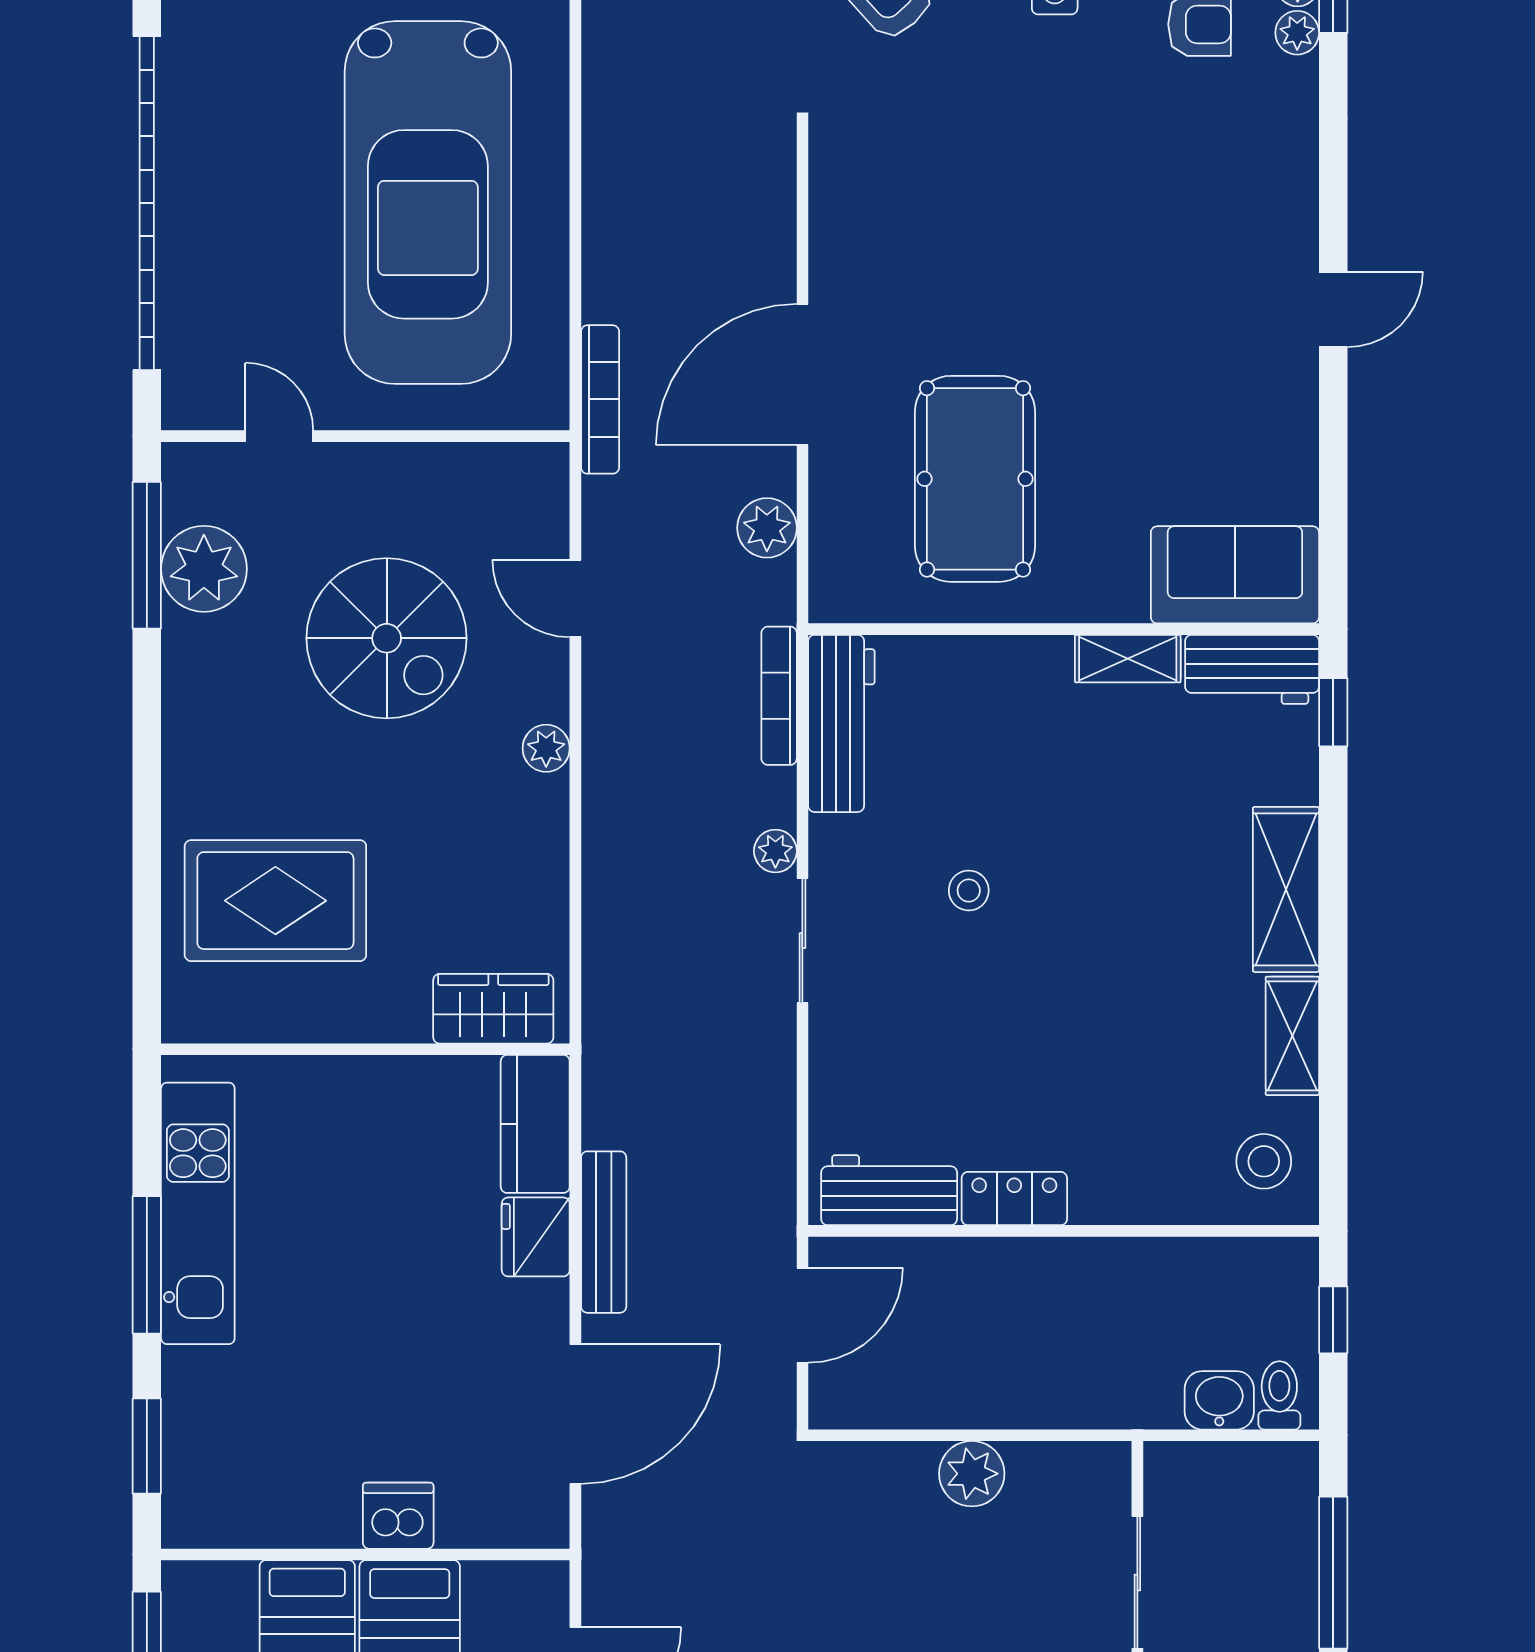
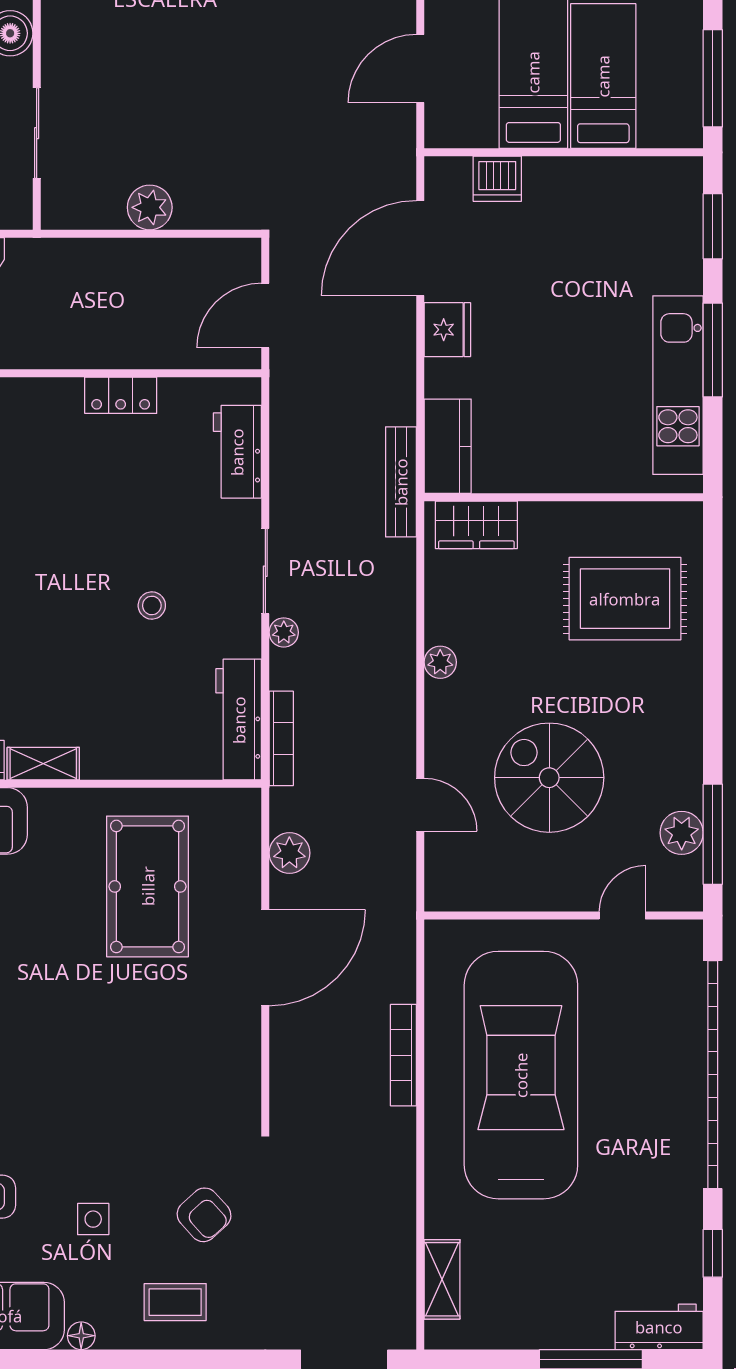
bookcase: (600, 399) -> (403, 1055), moved
door: (279, 436) -> (622, 916), swing flipped
plant: (204, 569) -> (682, 833), width x0.73, depth x0.73
plant: (546, 748) -> (440, 662), moved
workbench: (889, 1190) -> (237, 452), moved, turned 90
bench: (604, 1232) -> (401, 482), moved
fridge: (536, 1237) -> (447, 330), moved
dishwasher: (398, 1516) -> (497, 179), moved

